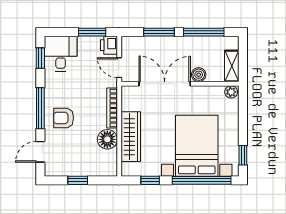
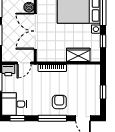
armchair: (64, 118) -> (59, 102), turned 180
wardrobe: (131, 137) -> (78, 55), width x0.67
floor lamp: (107, 139) -> (74, 71), removed

